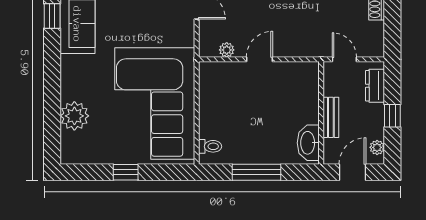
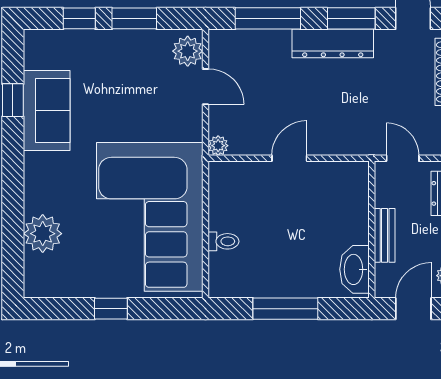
plant: (227, 50) -> (218, 146), moved
toilet: (210, 146) -> (223, 241), moved

